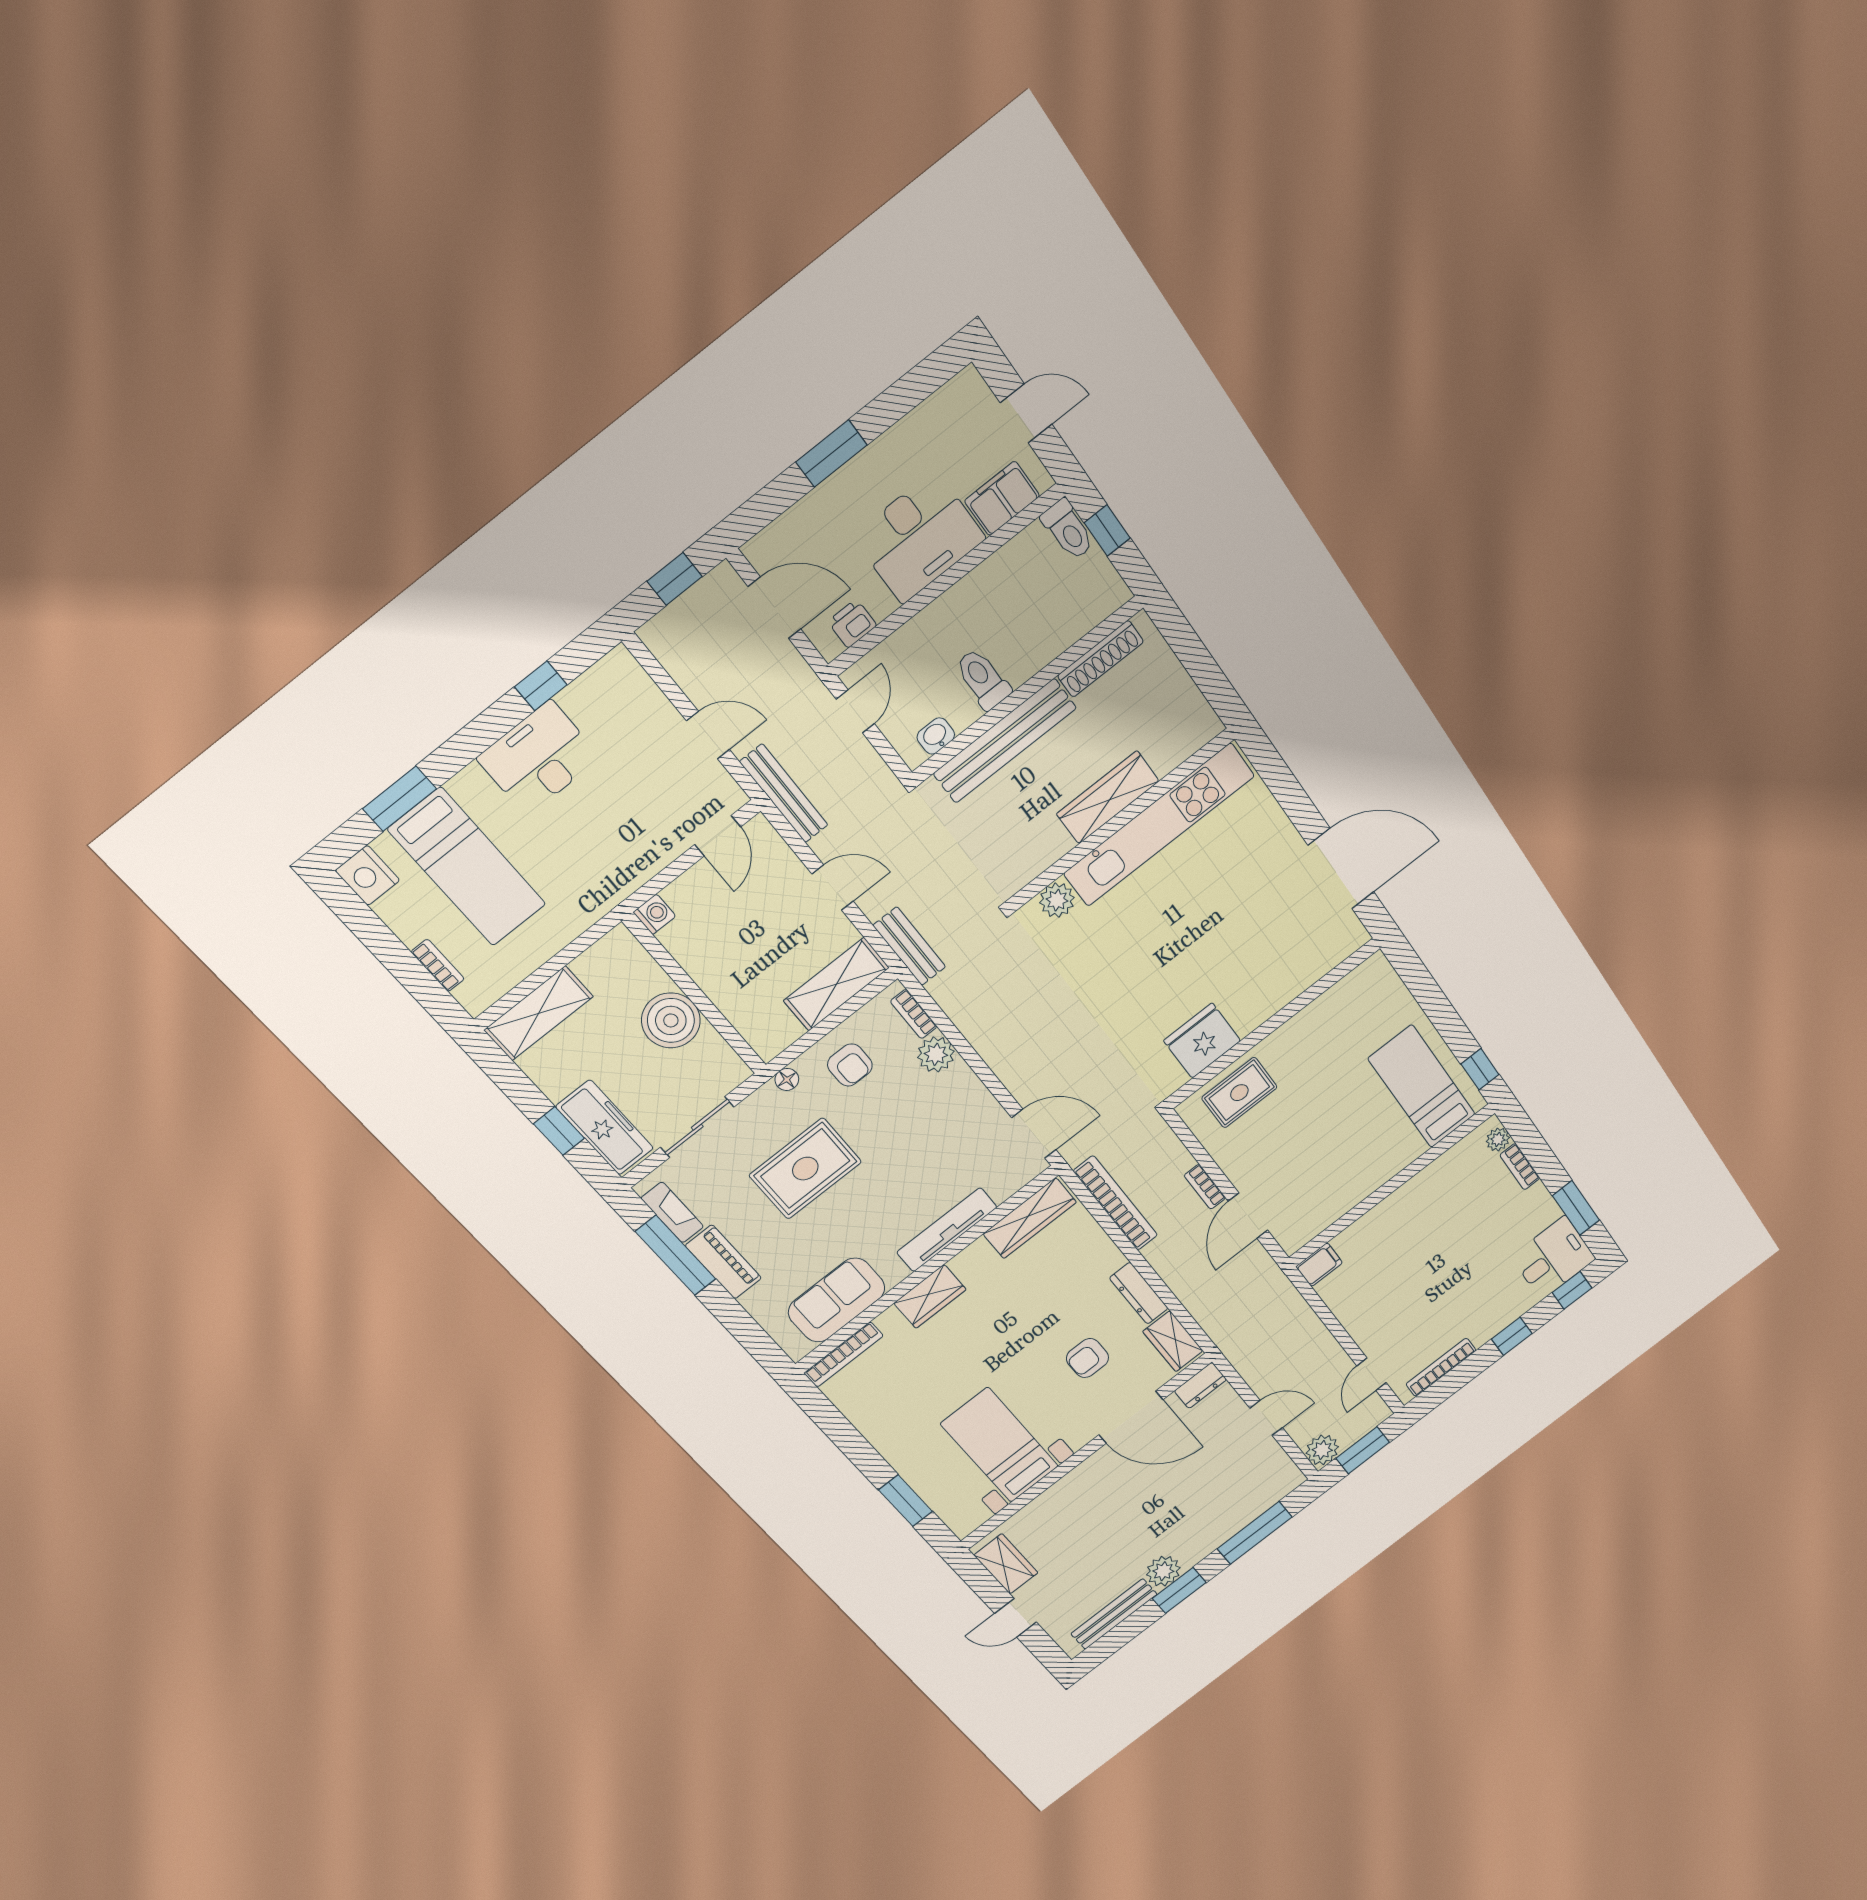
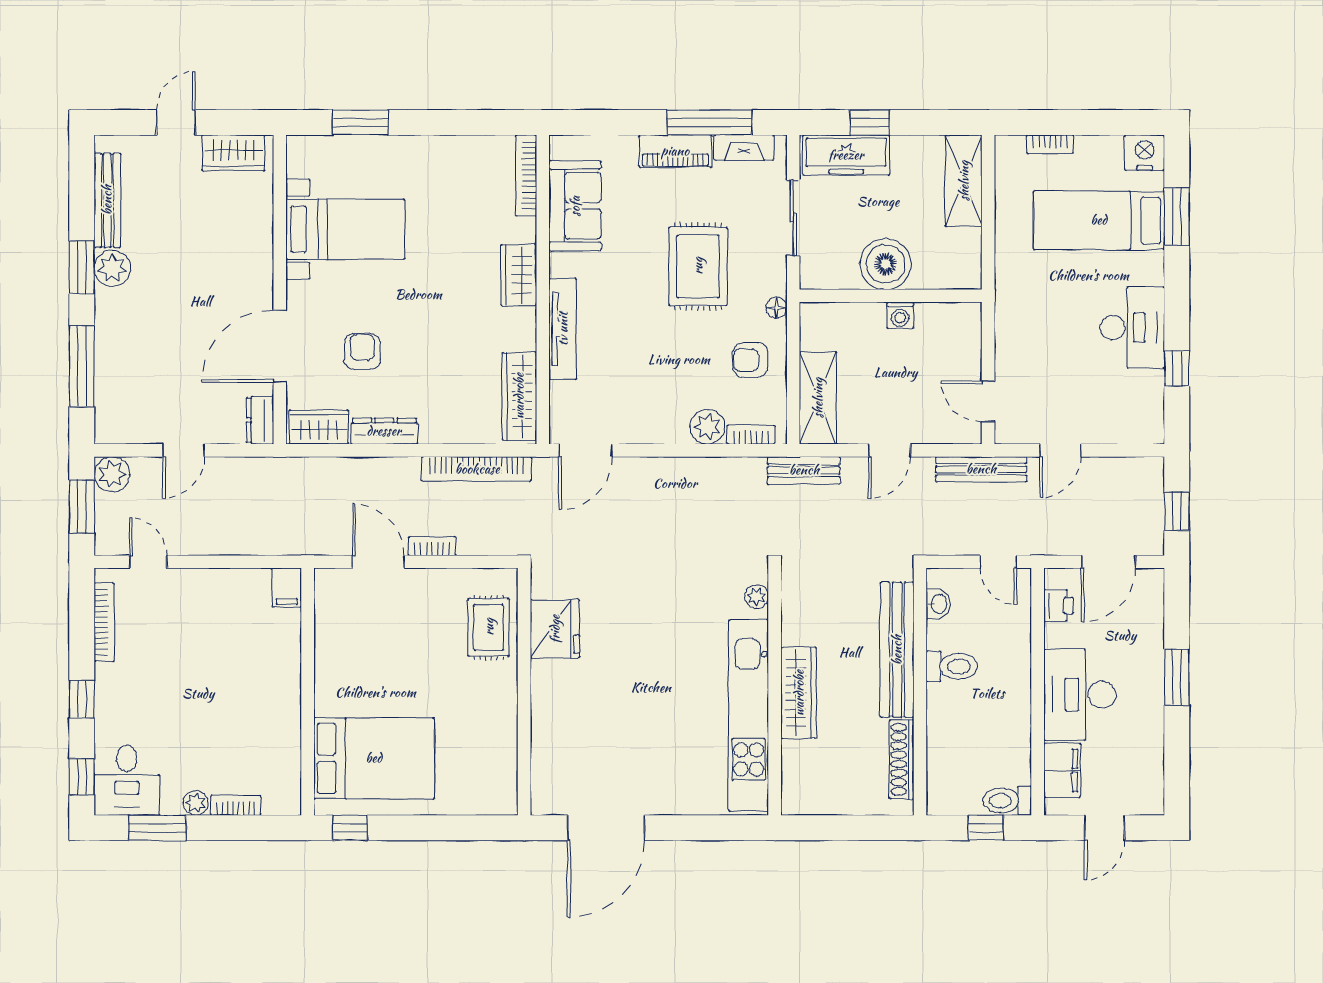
plant: (1057, 900) -> (757, 596), width x0.73, depth x0.73
washing machine: (655, 914) -> (900, 315), moved
bed: (1422, 1087) -> (374, 758), width x1.50
plant: (1498, 1139) -> (196, 803), moved

